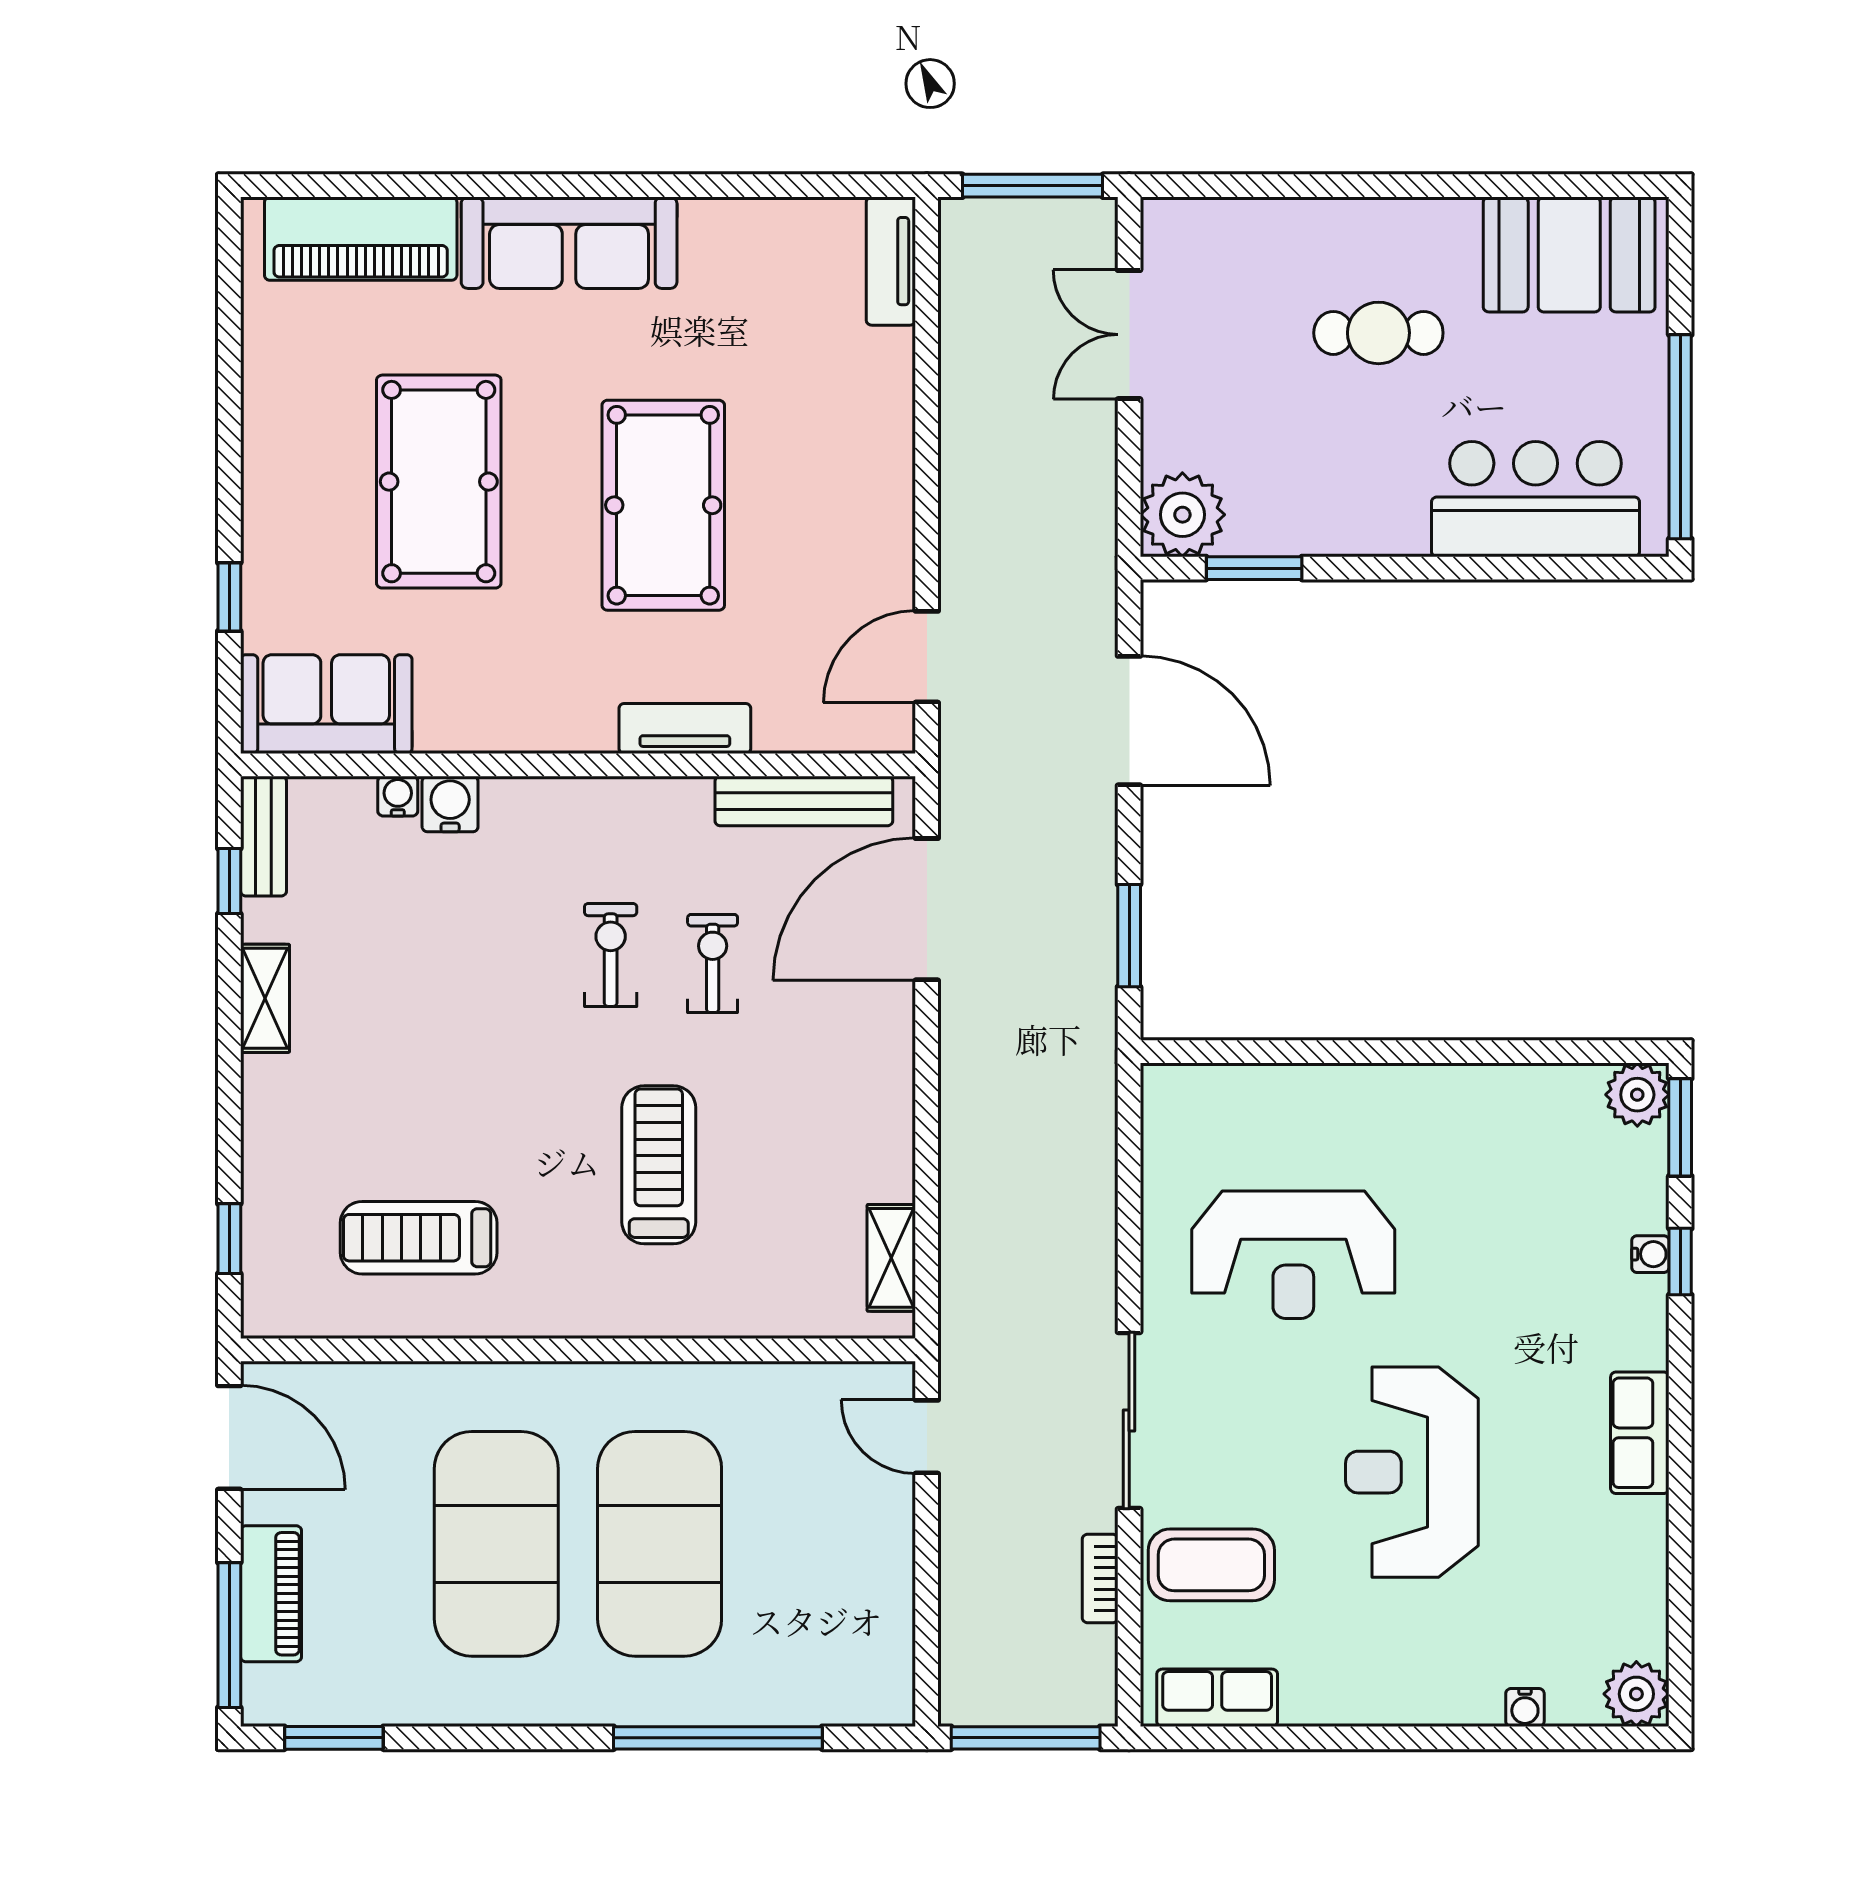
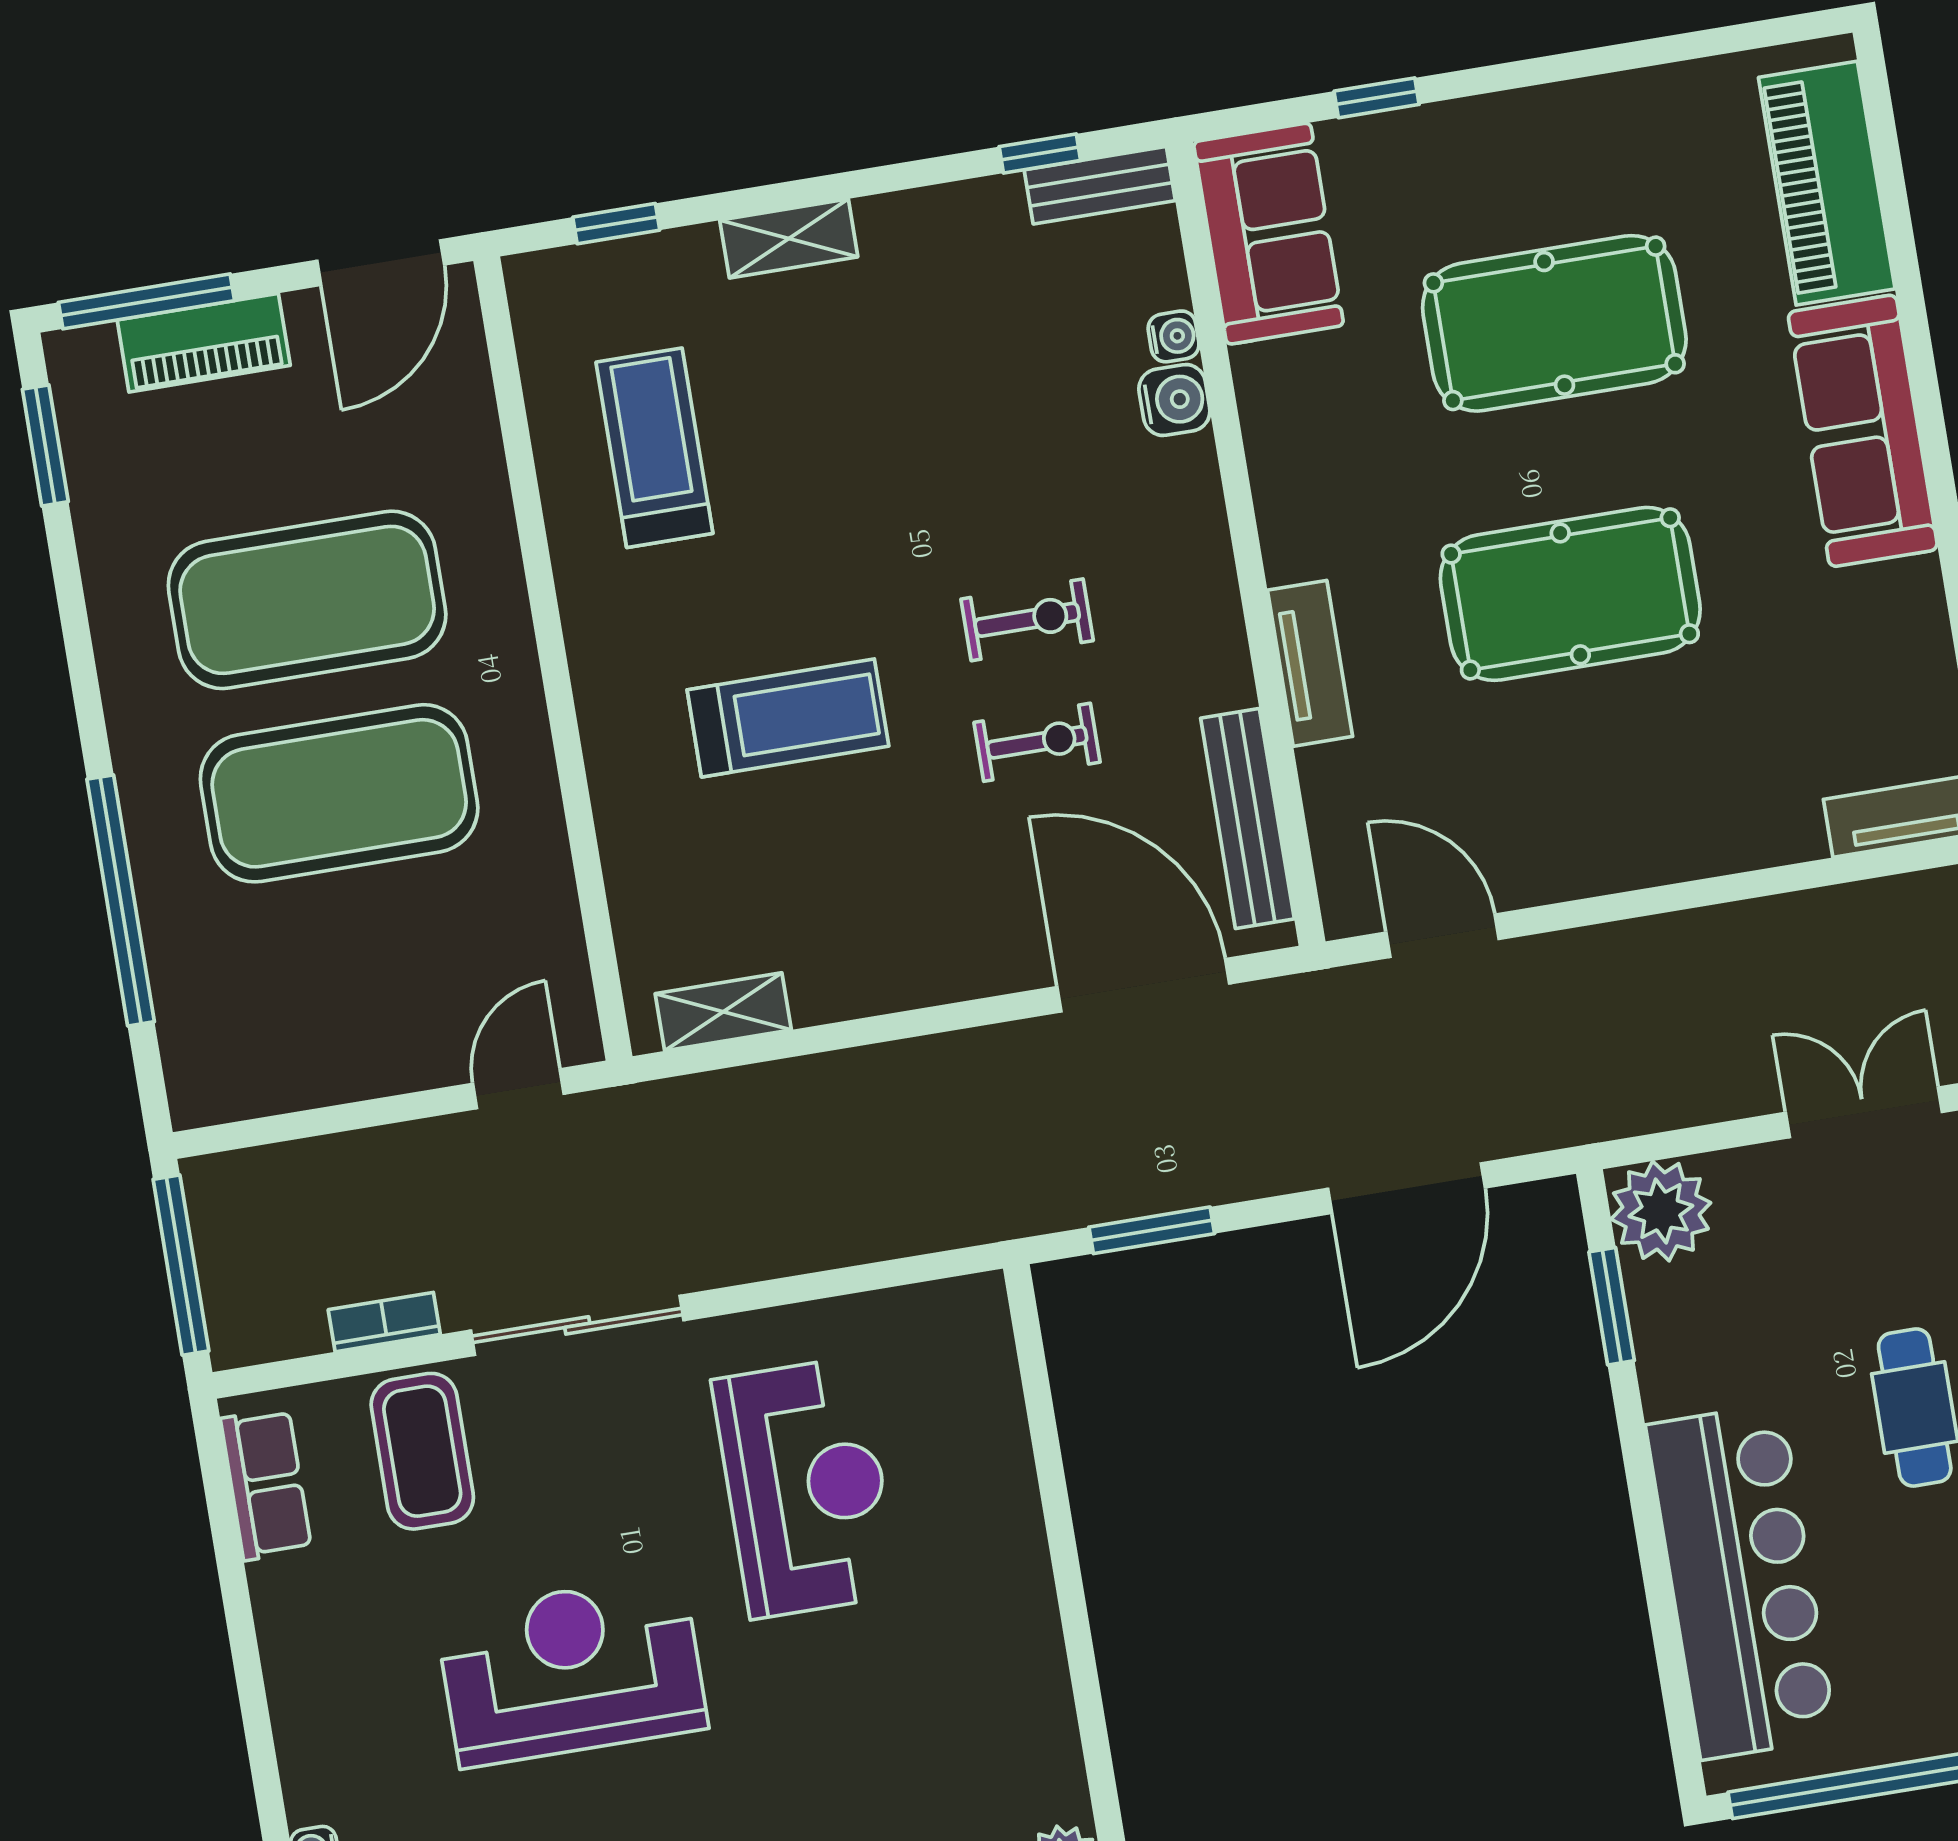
bar counter: (1536, 499) -> (1741, 1581), width x1.36
shelving: (265, 998) -> (789, 239), moved
reception desk: (1293, 1255) -> (806, 1487), turned 180

